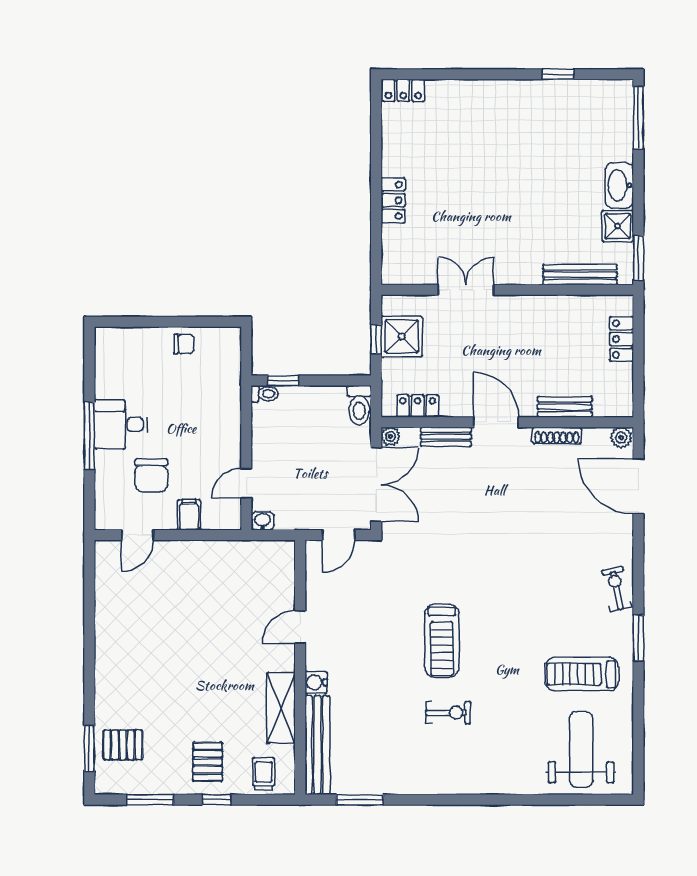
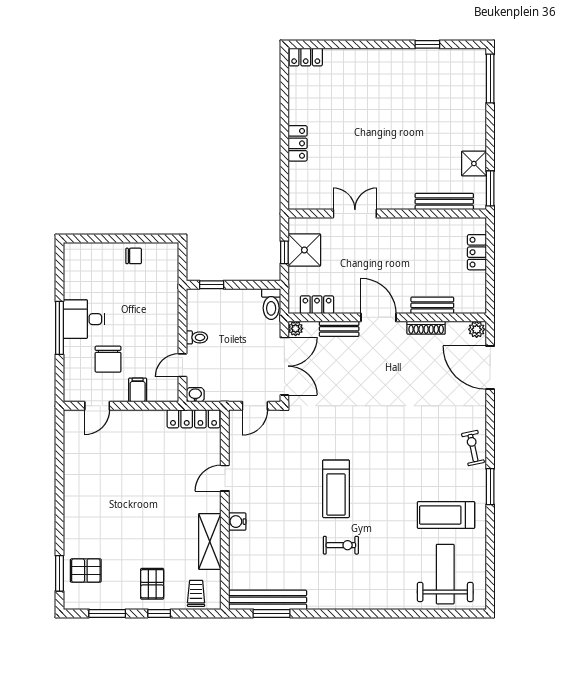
washbasin: (619, 185) -> (475, 132), removed
toilet: (265, 394) -> (197, 337), moved
locker: (260, 551) -> (194, 419), added
bench: (317, 745) -> (268, 600), moved, turned 90

